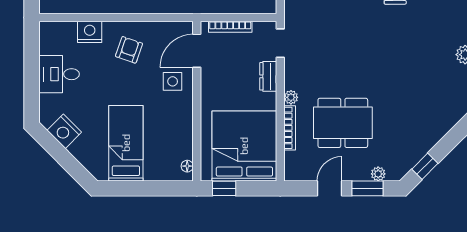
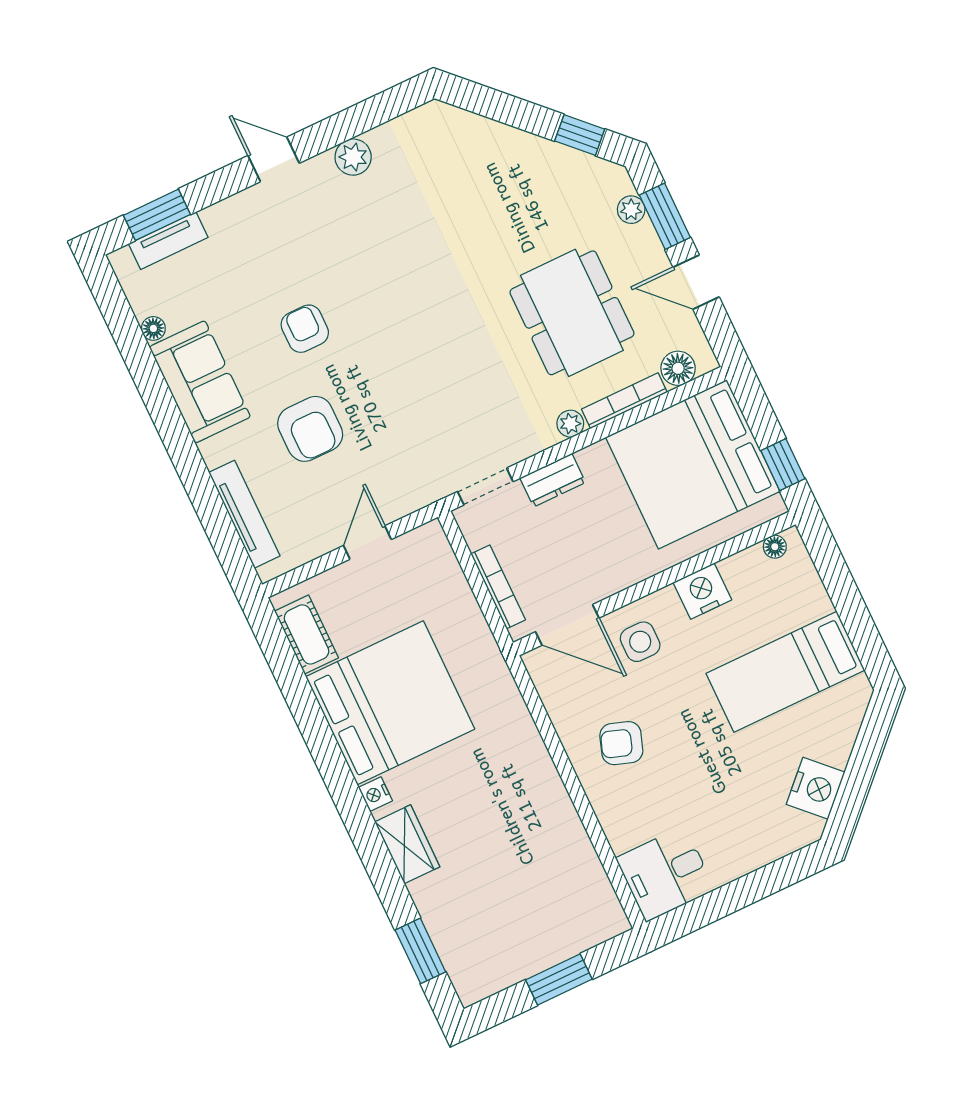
nightstand: (90, 32) -> (702, 591), moved, turned 90
desk: (59, 74) -> (665, 874), moved, turned 90
floor lamp: (293, 160) -> (678, 368), added

